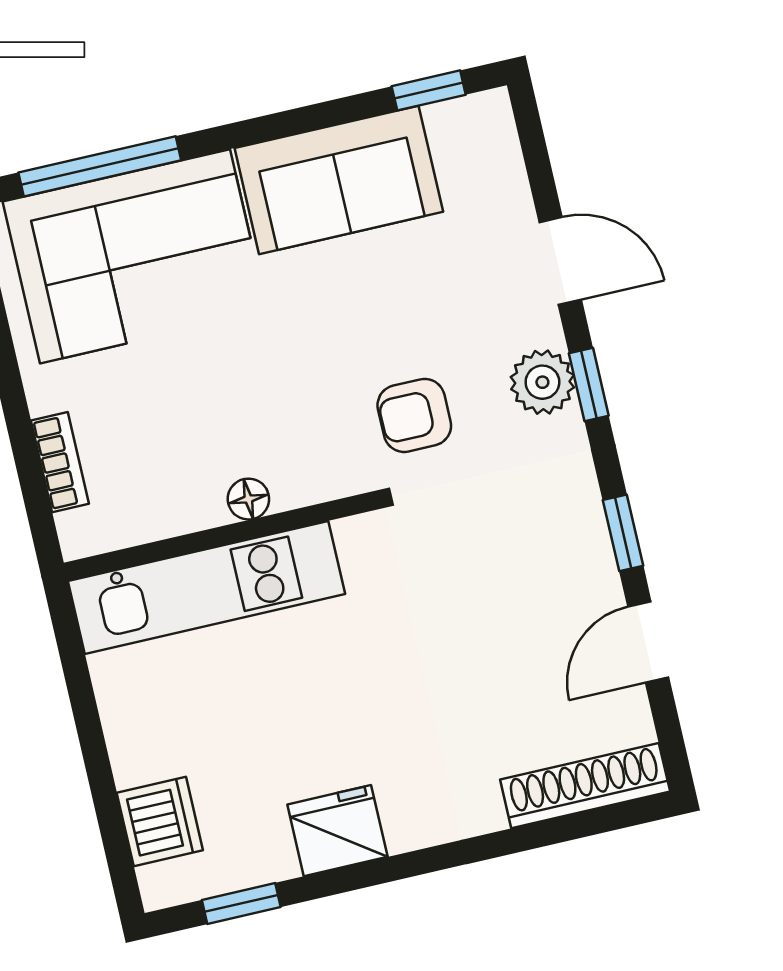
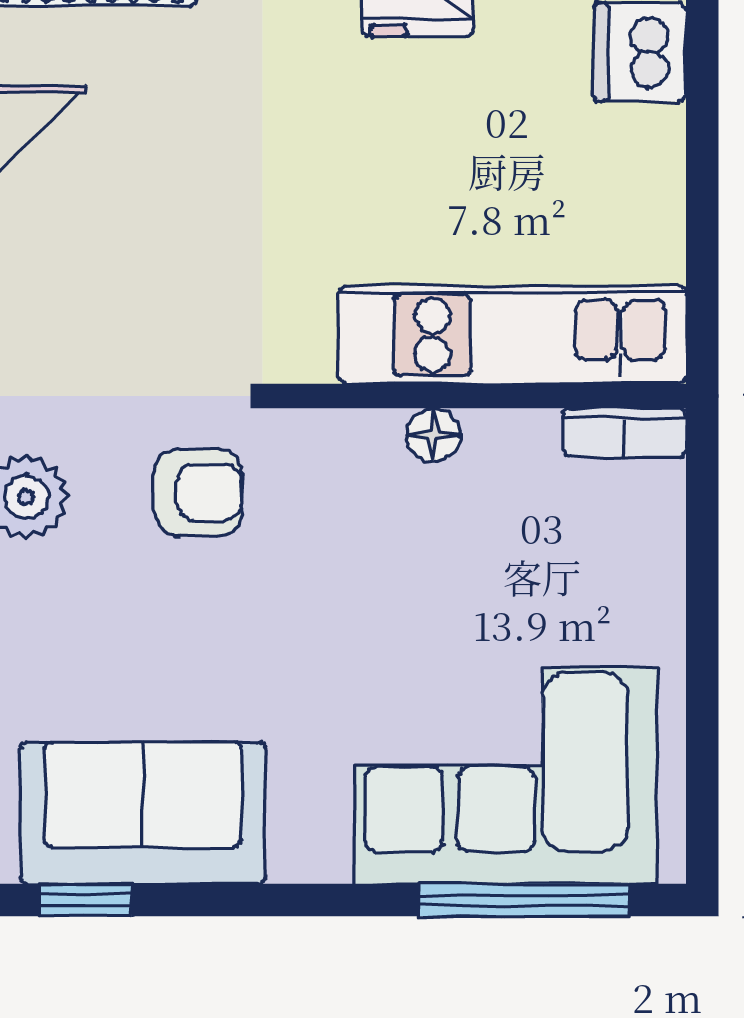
sofa: (339, 180) -> (143, 813), moved
bookcase: (60, 462) -> (625, 433), moved, turned -90

